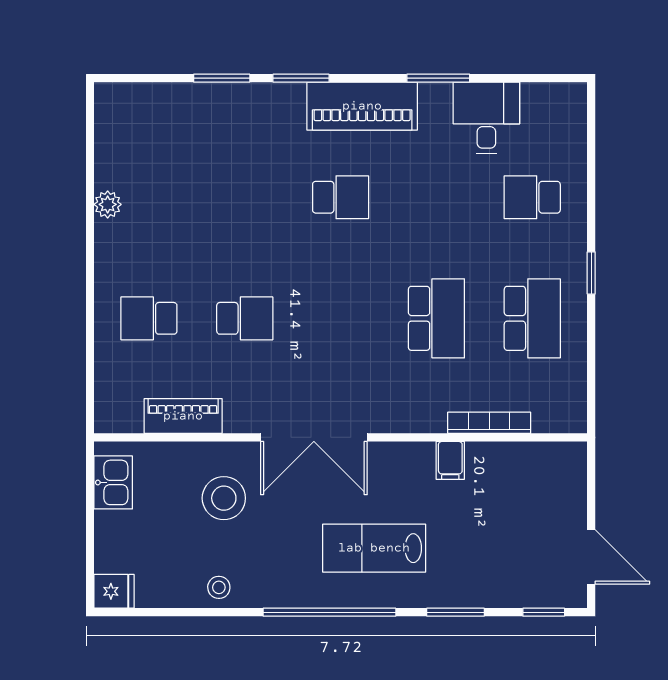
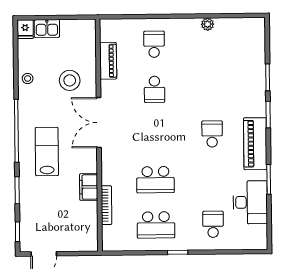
desk: (486, 118) -> (250, 202), width x1.37
school desk: (341, 197) -> (212, 134), turned 180
filing cabinet: (450, 460) -> (89, 187), width x2.00
kitchen sink: (113, 482) -> (47, 28), moved

